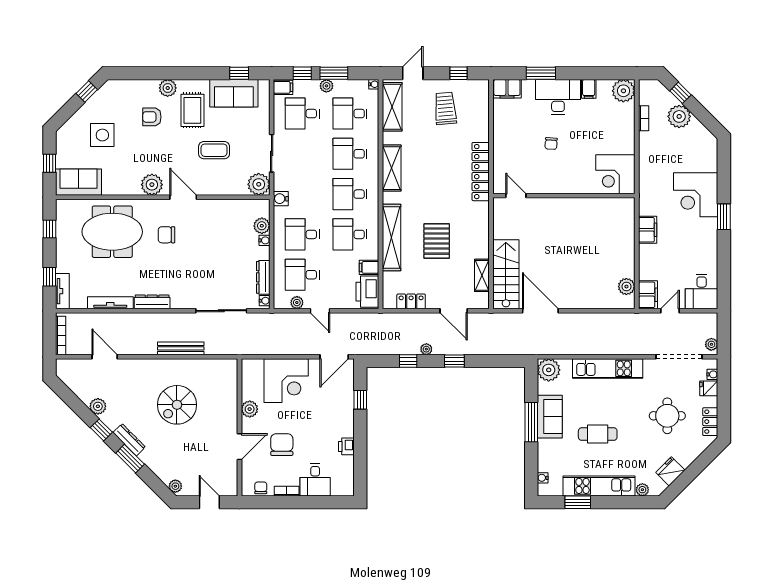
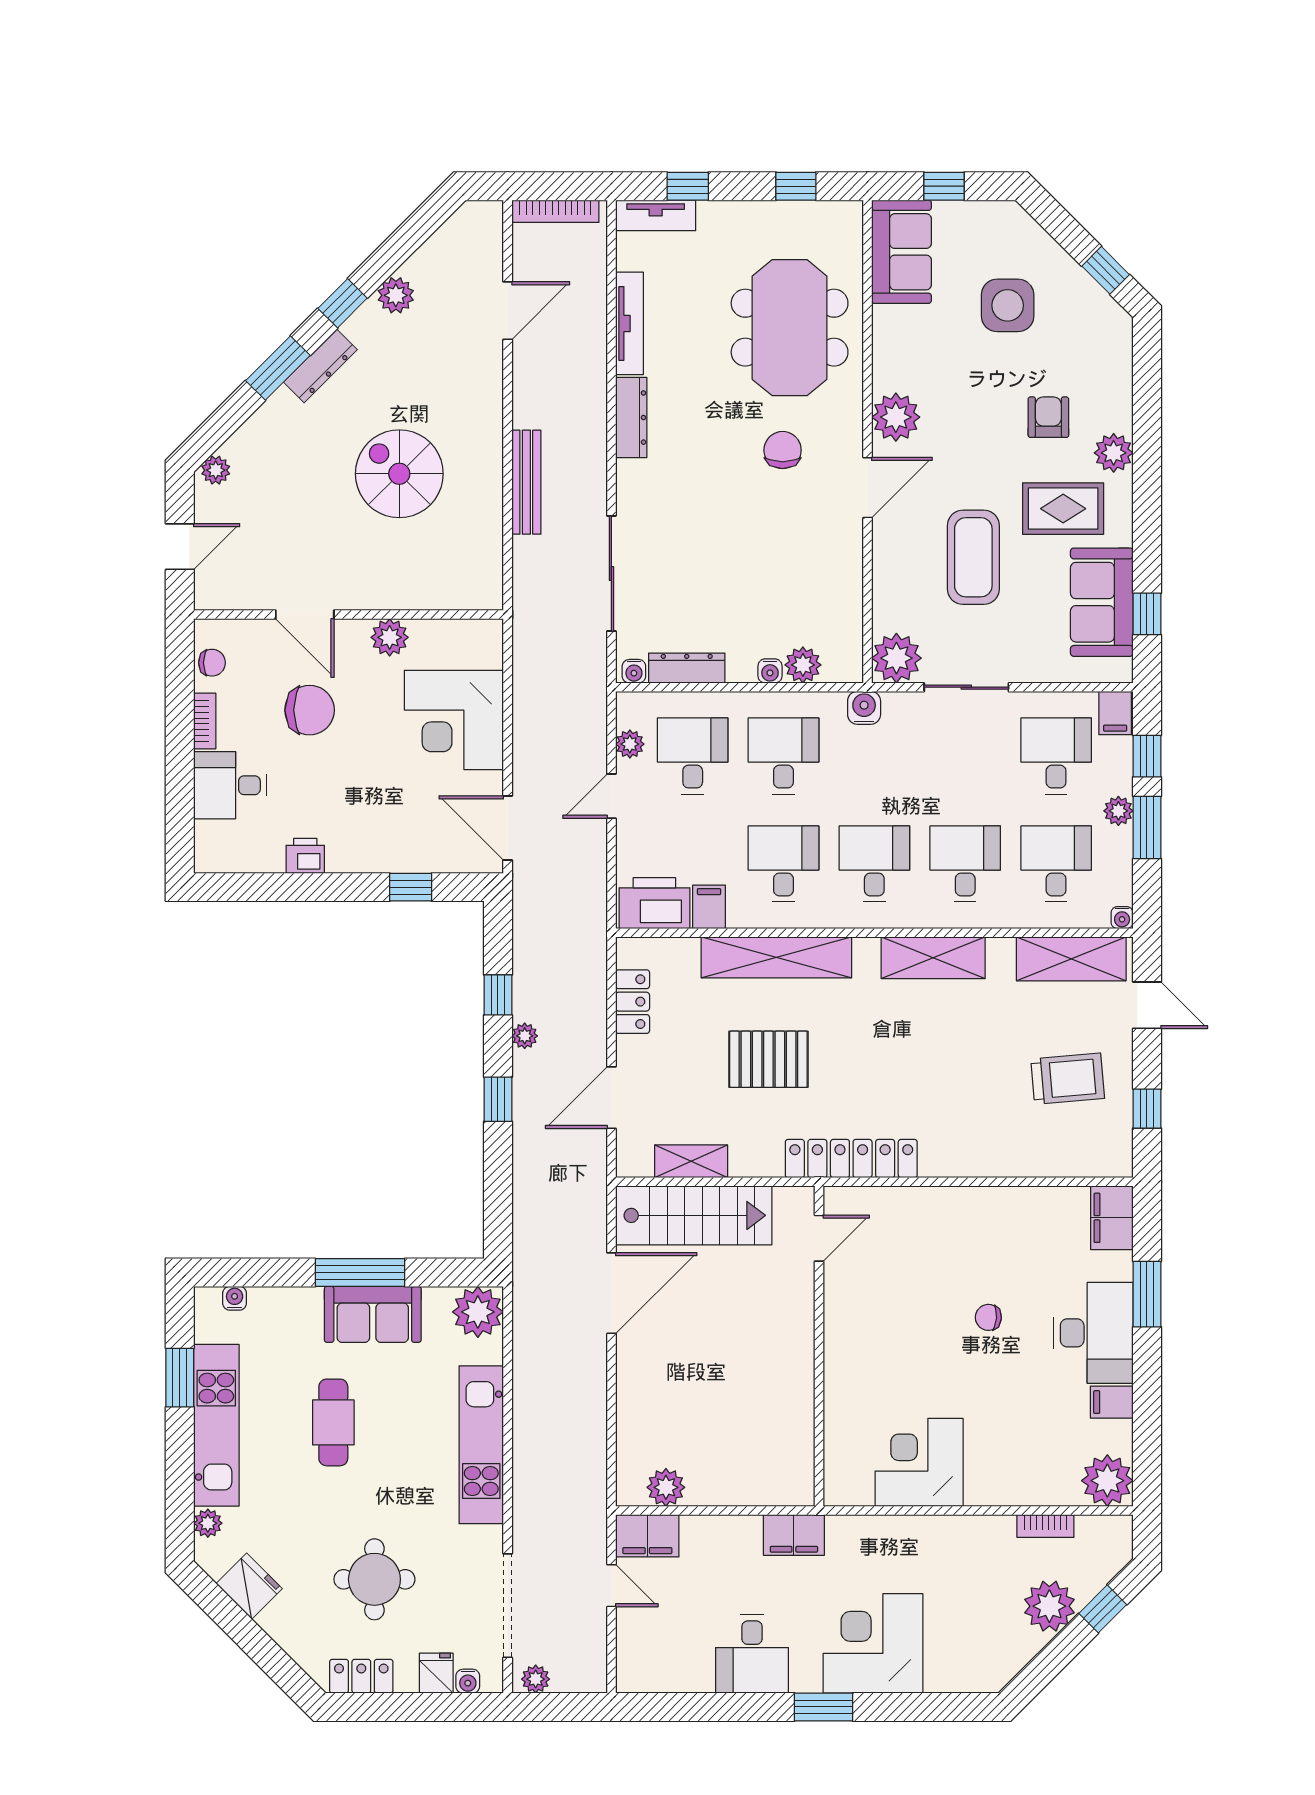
coffee table: (214, 150) -> (973, 557), width x1.36, depth x1.32
locker: (481, 172) -> (851, 1159), moved
door: (516, 196) -> (819, 1238), moved
wall: (564, 196) -> (819, 1346), moved
desk: (702, 291) -> (752, 1654), moved, turned -90

